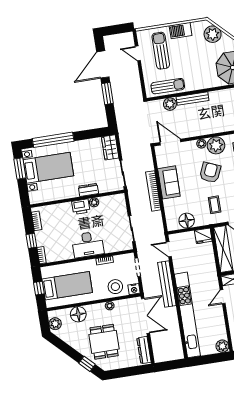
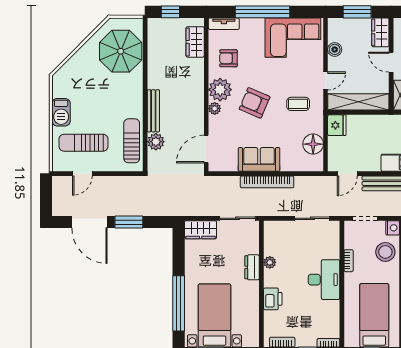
plant: (213, 34) -> (73, 71), removed
printer: (81, 207) -> (273, 299), moved

